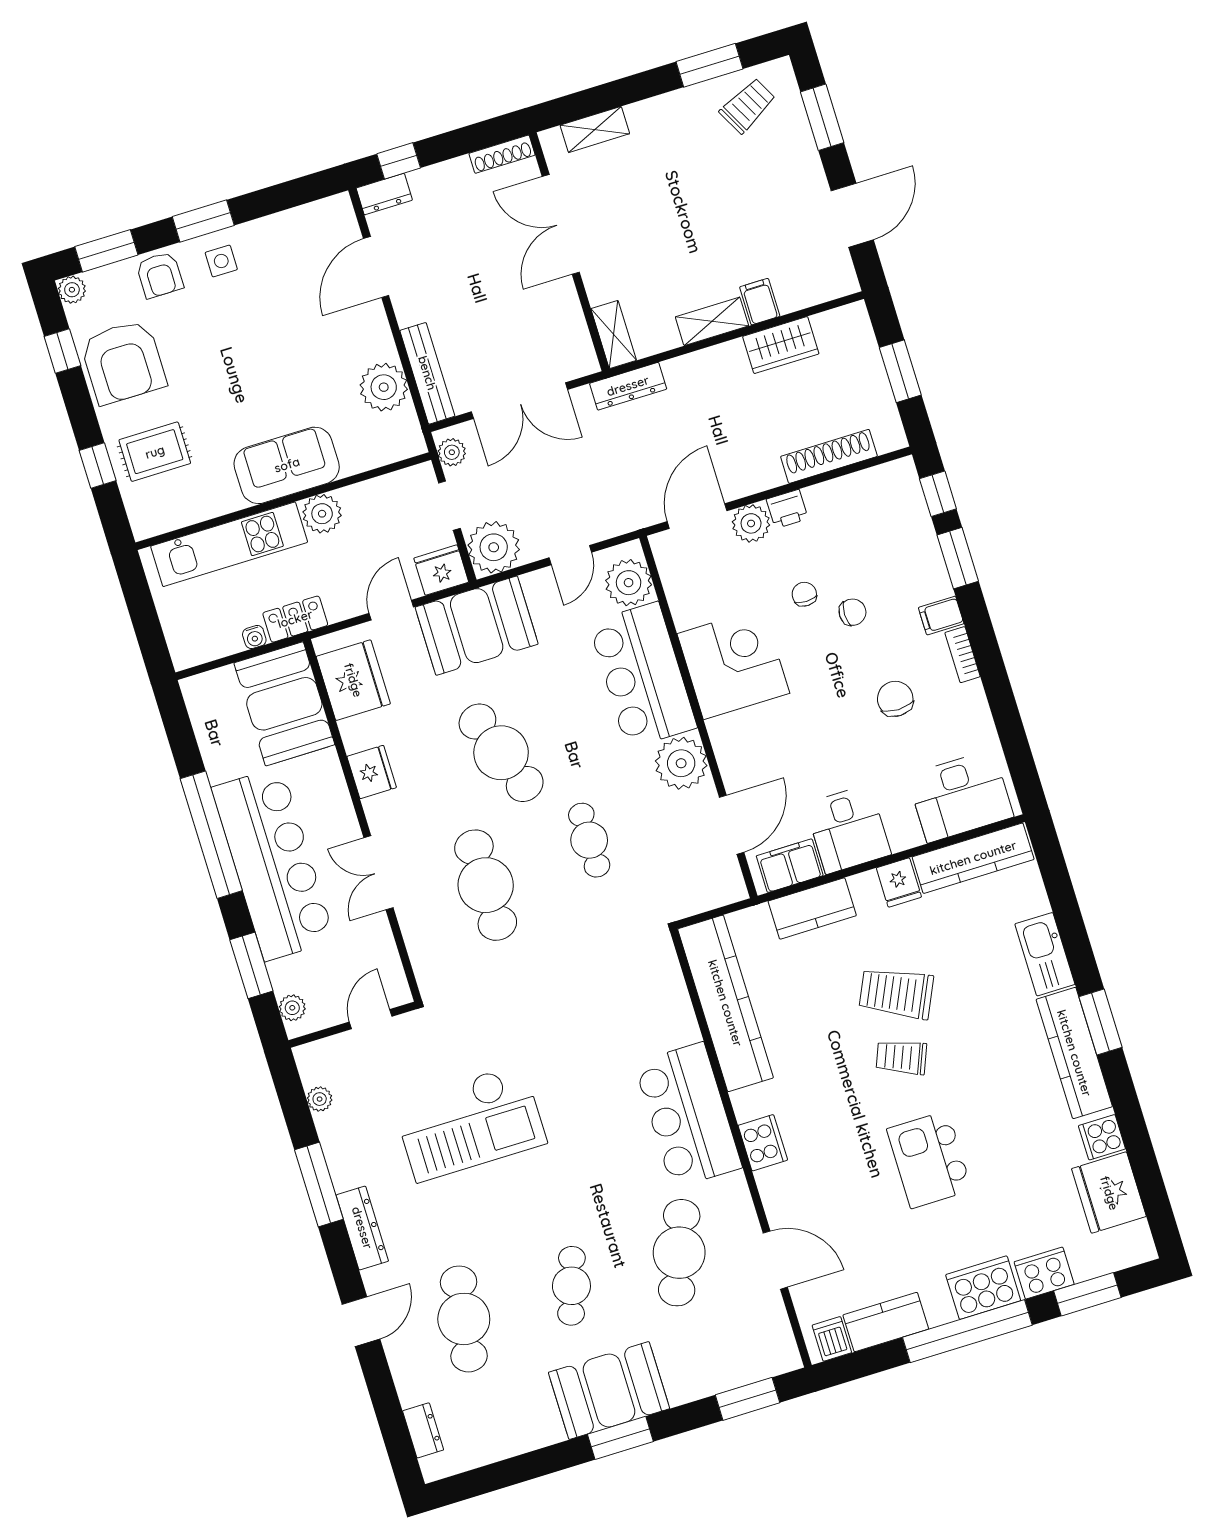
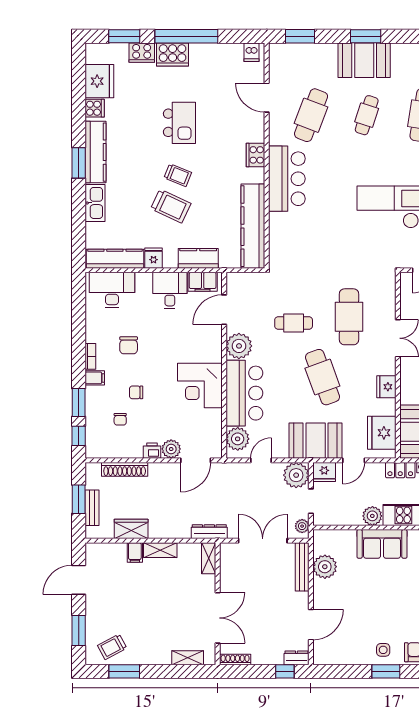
bench: (869, 363) -> (92, 508), added
chair: (804, 594) -> (120, 419), moved
cafe table: (589, 840) -> (294, 323), turned 90
kitchen counter: (886, 1322) -> (224, 52), removed

